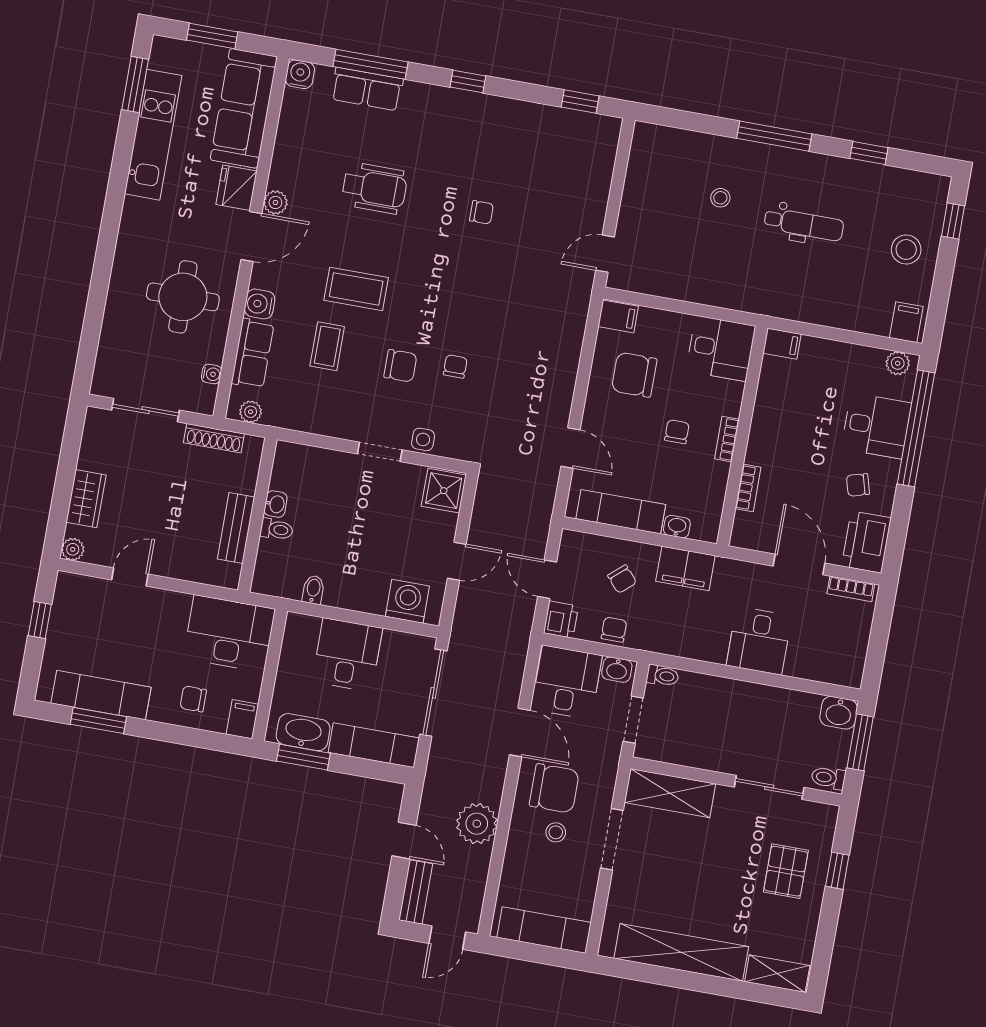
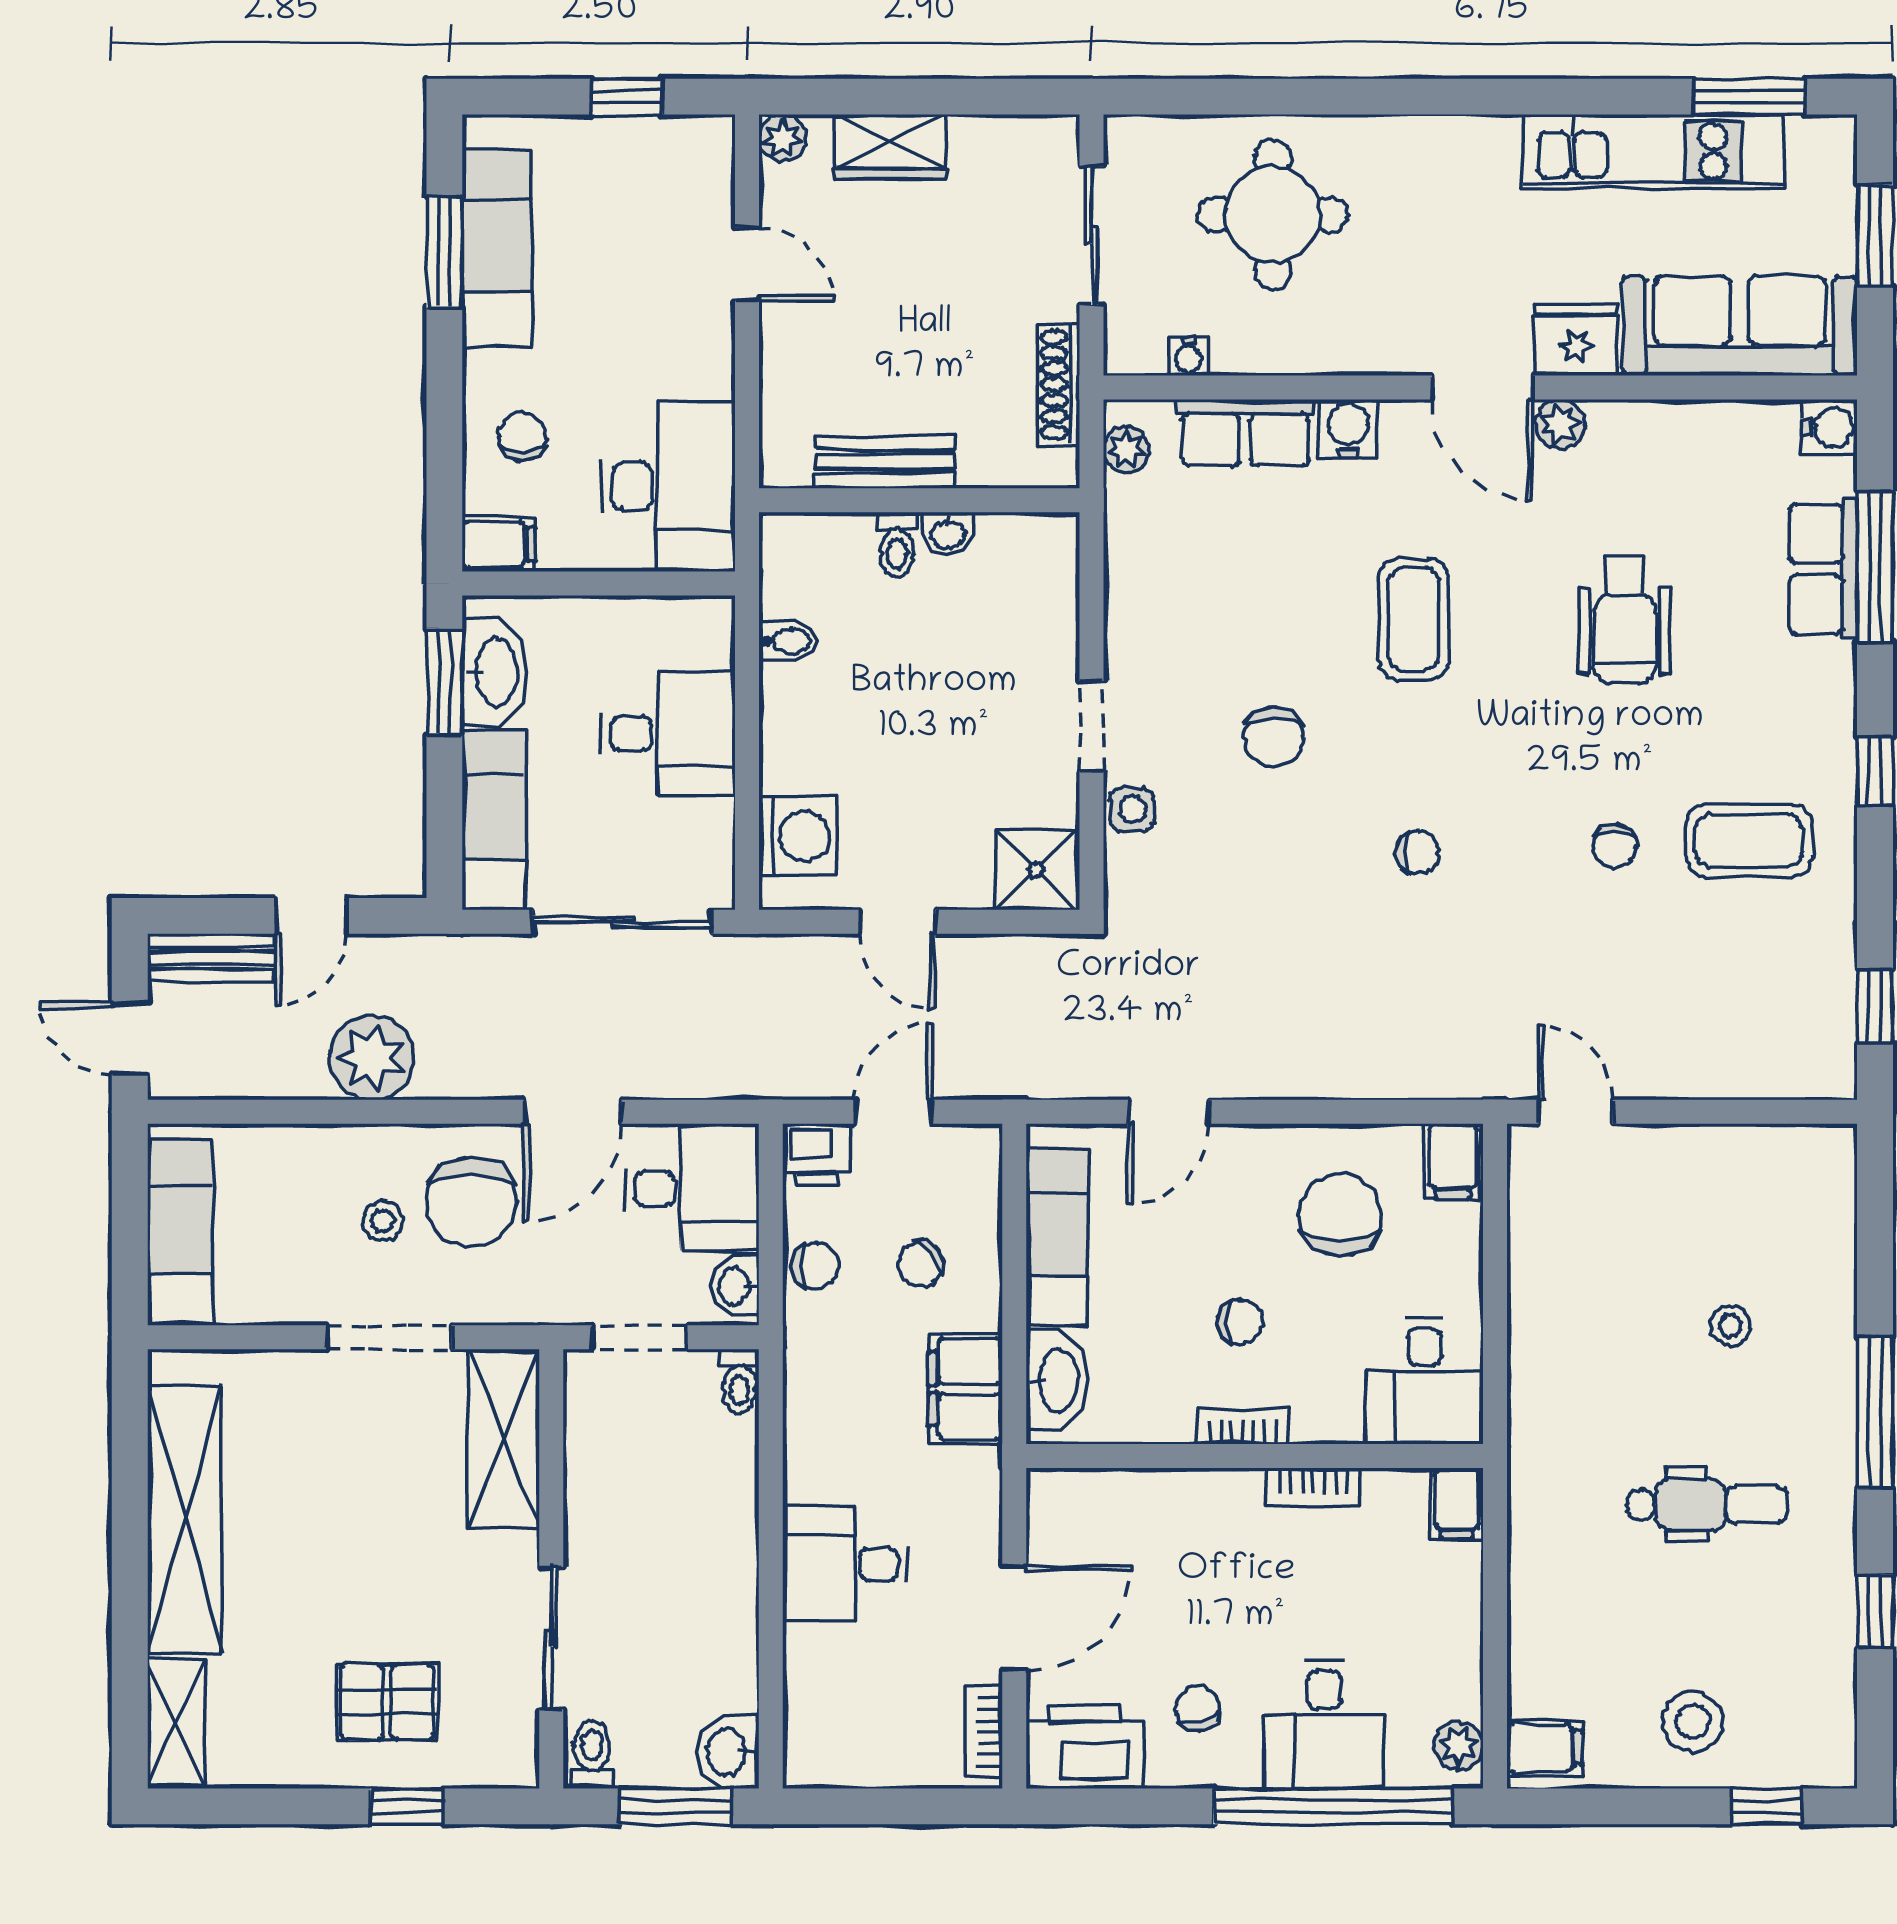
dental chair: (804, 224) -> (1707, 1505), turned -90
round table: (183, 297) -> (1273, 215), moved
coffee table: (327, 346) -> (1749, 840), moved, width x1.36, depth x1.30
chair: (455, 366) -> (1418, 852), moved
bookcase: (748, 488) -> (1313, 1487), moved
washbasin: (677, 527) -> (1057, 1380), width x1.91, depth x1.45

